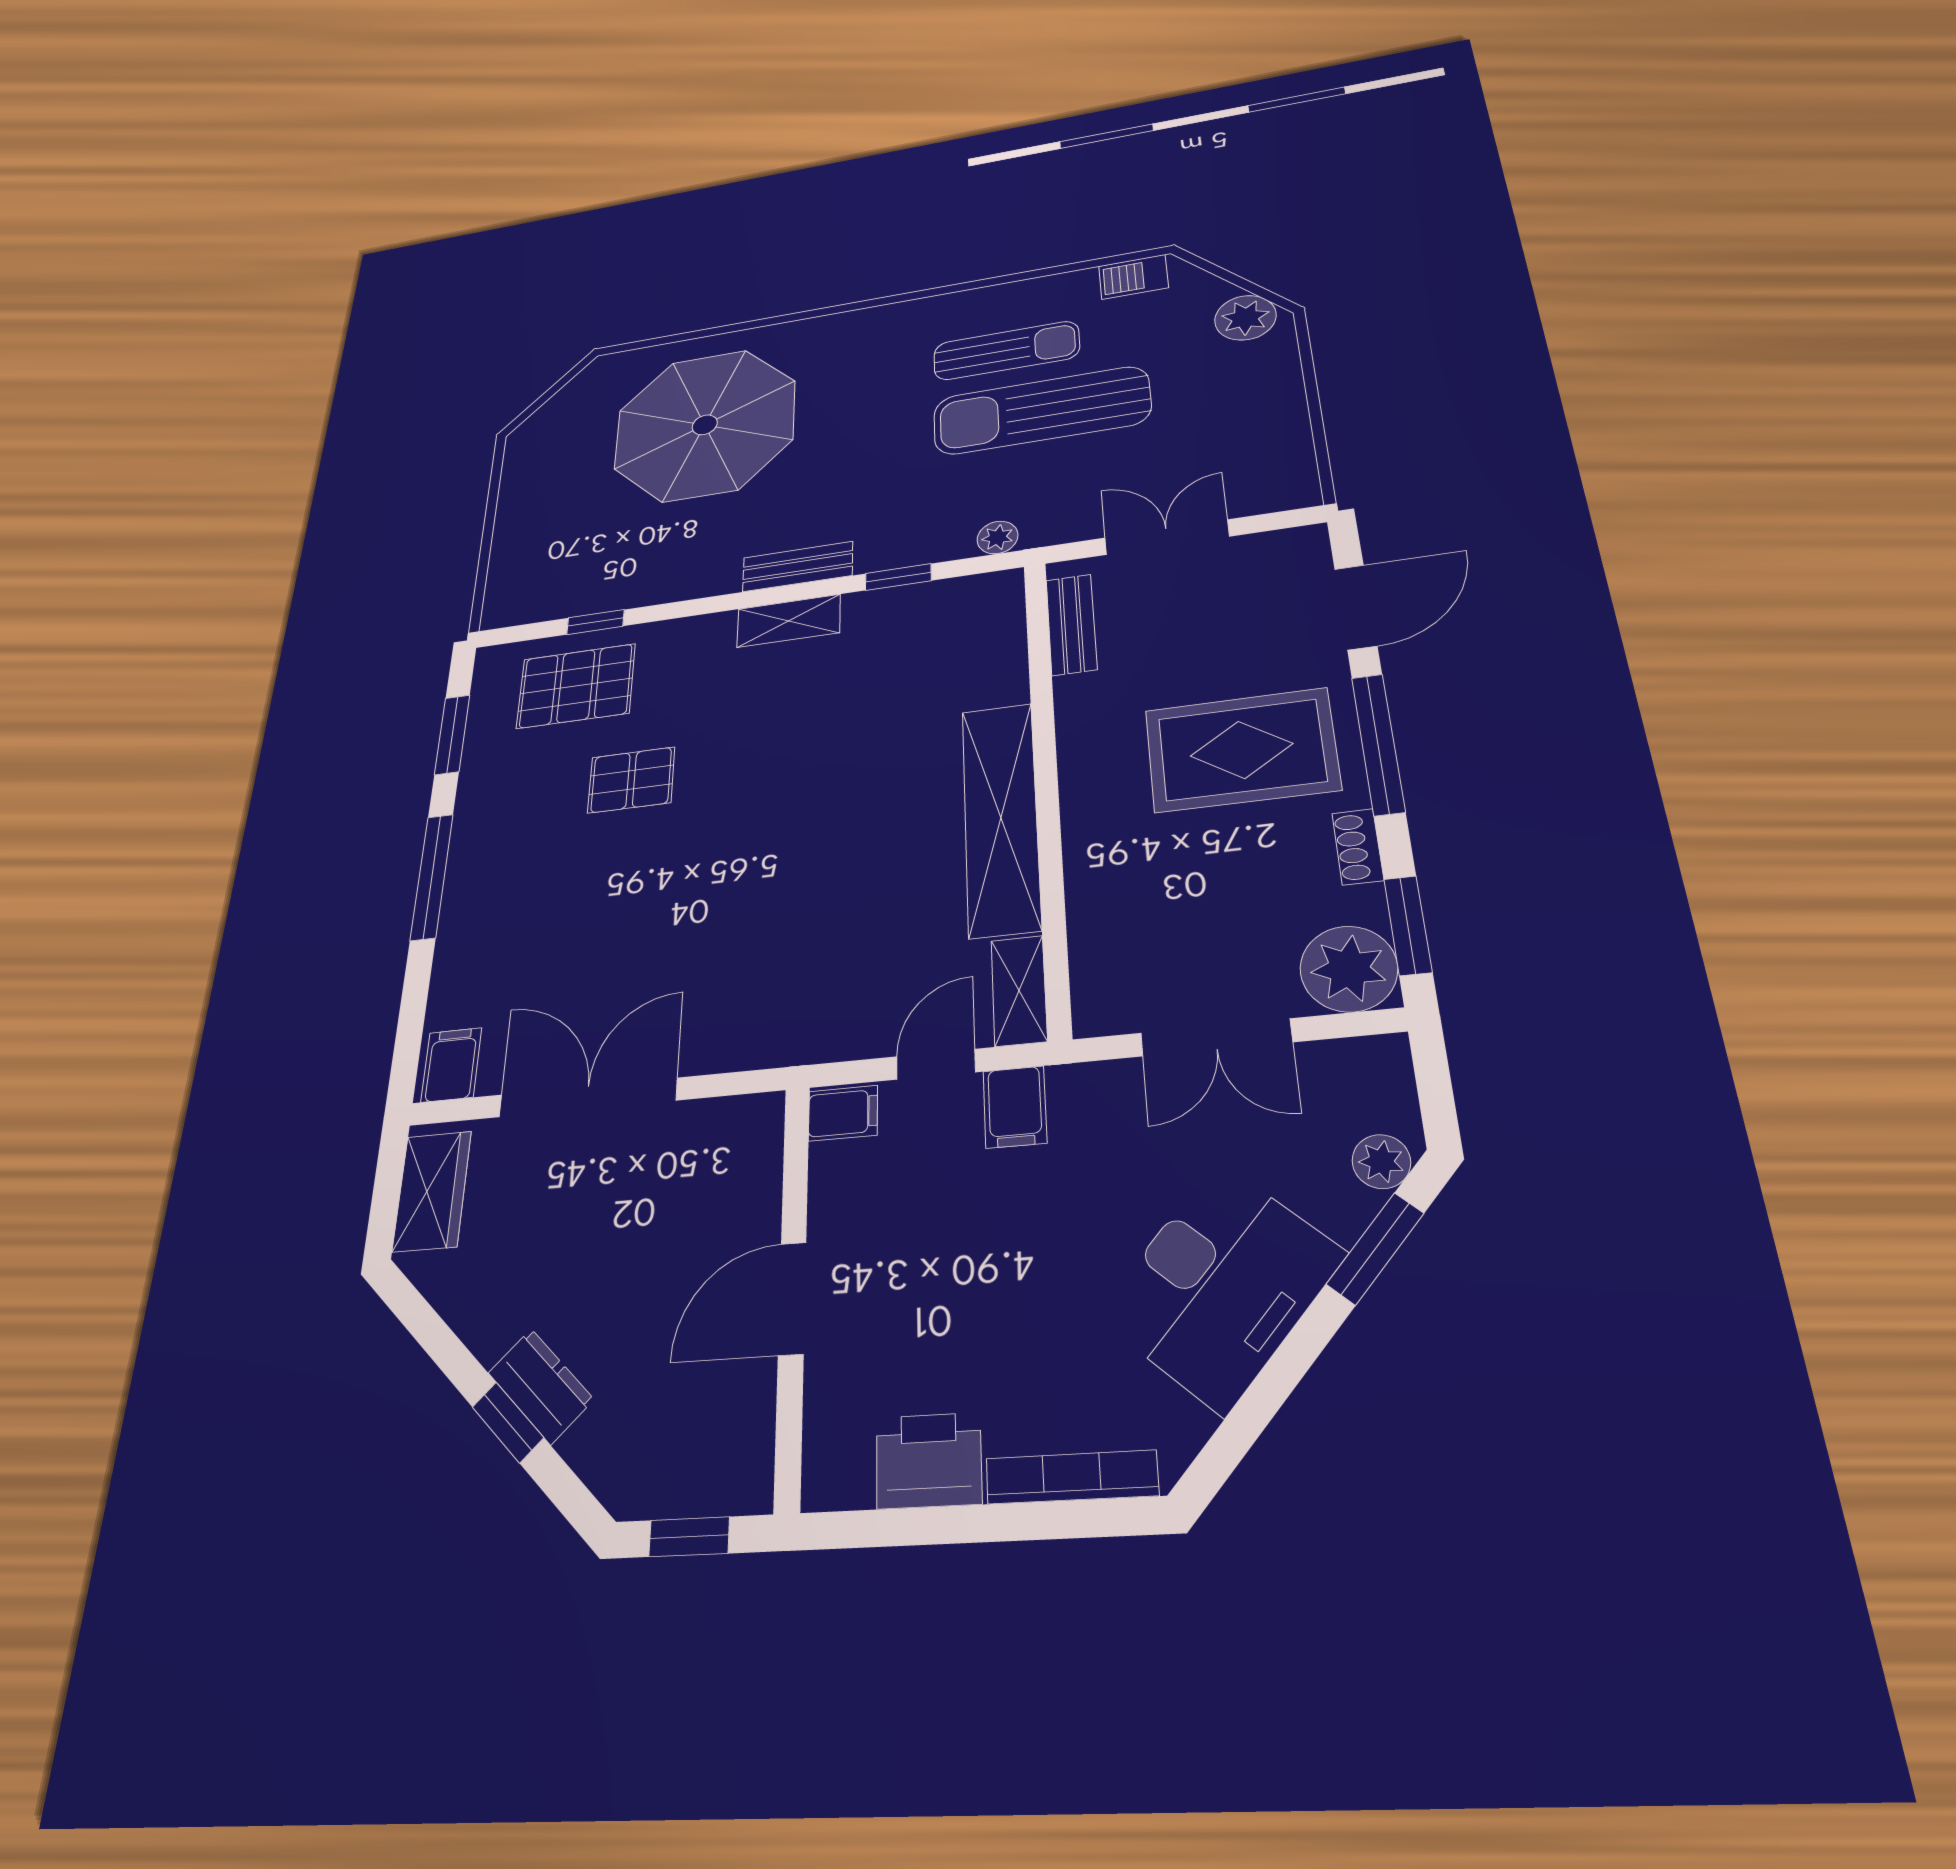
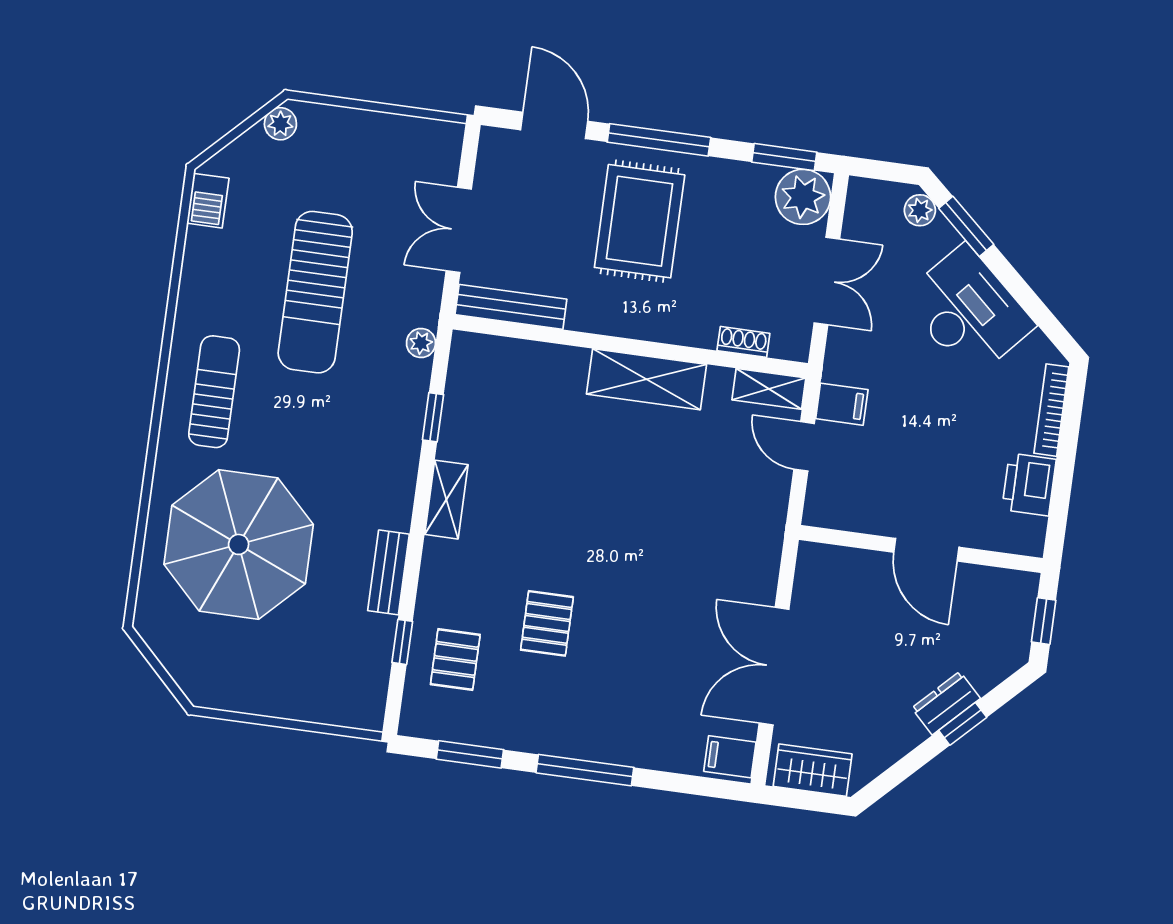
plant: (1245, 318) -> (280, 124), width x0.73, depth x0.73
sun lounger: (1006, 351) -> (214, 392), moved
bench: (798, 567) -> (389, 572), moved
bench: (1071, 624) -> (511, 307), width x1.36
pallet: (576, 686) -> (455, 660), width x0.67, depth x0.71
shelving: (1001, 818) -> (646, 379), width x0.68
shoe rack: (1358, 847) -> (743, 342), moved, turned 180
filing cabinet: (843, 1113) -> (822, 507), removed

